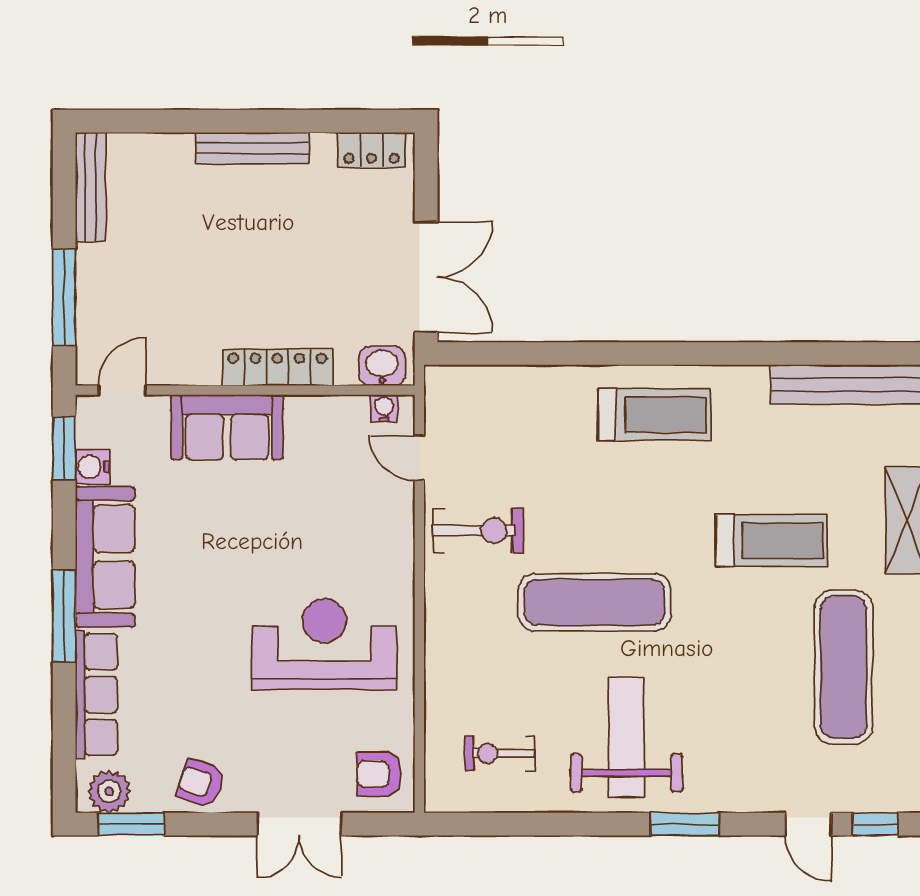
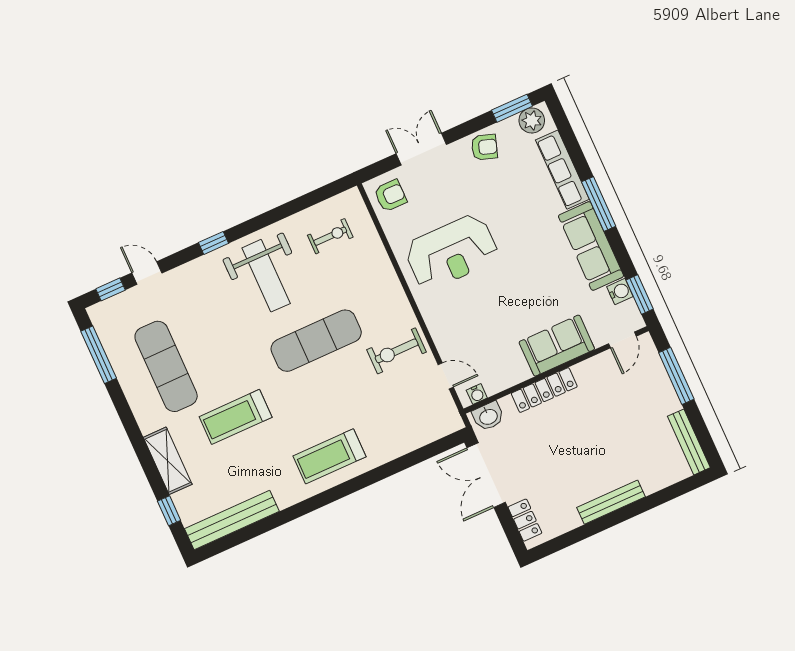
locker: (371, 150) -> (525, 520), moved, turned 90
window: (685, 824) -> (214, 243), width x0.67

